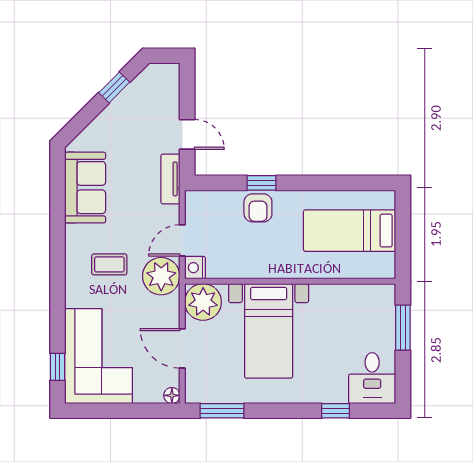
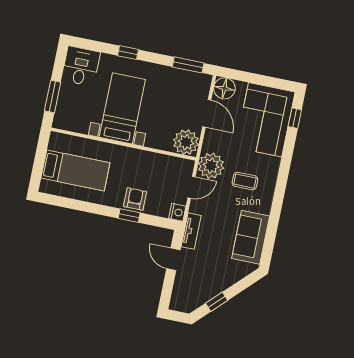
nightstand: (195, 268) -> (177, 212), moved
bed with nightstands: (269, 331) -> (122, 108), moved
floor lamp: (172, 395) -> (224, 88), width x1.89, depth x1.89
window: (335, 411) -> (128, 53), moved

